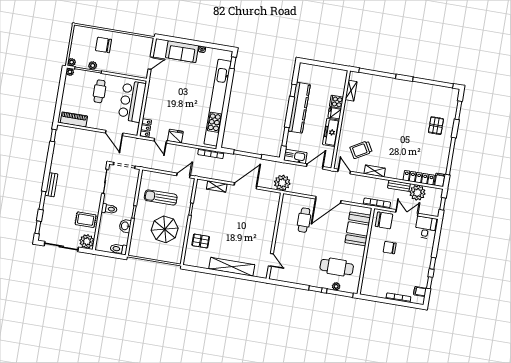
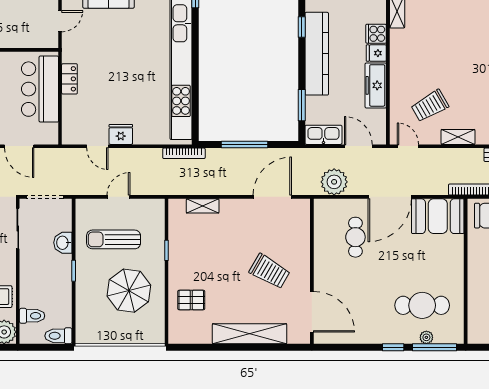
locker: (146, 128) -> (69, 79), moved
door: (315, 167) -> (358, 146), hinge flipped
door: (183, 175) -> (119, 197), moved
plant: (282, 183) -> (334, 182), moved
door: (245, 186) -> (272, 197), moved
toilet: (109, 209) -> (32, 316), moved
washbasin: (125, 226) -> (63, 243), moved
booth: (358, 229) -> (438, 216), moved, turned 90
trolley: (250, 232) -> (270, 271), added
door: (271, 260) -> (312, 312), width x1.87

